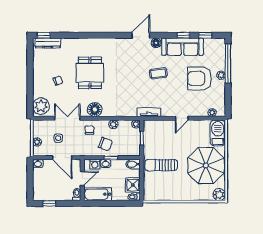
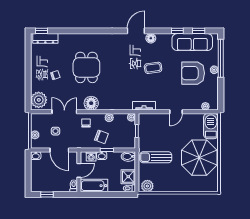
sofa: (182, 47) -> (192, 42), moved
plant: (219, 195) -> (147, 186), moved

